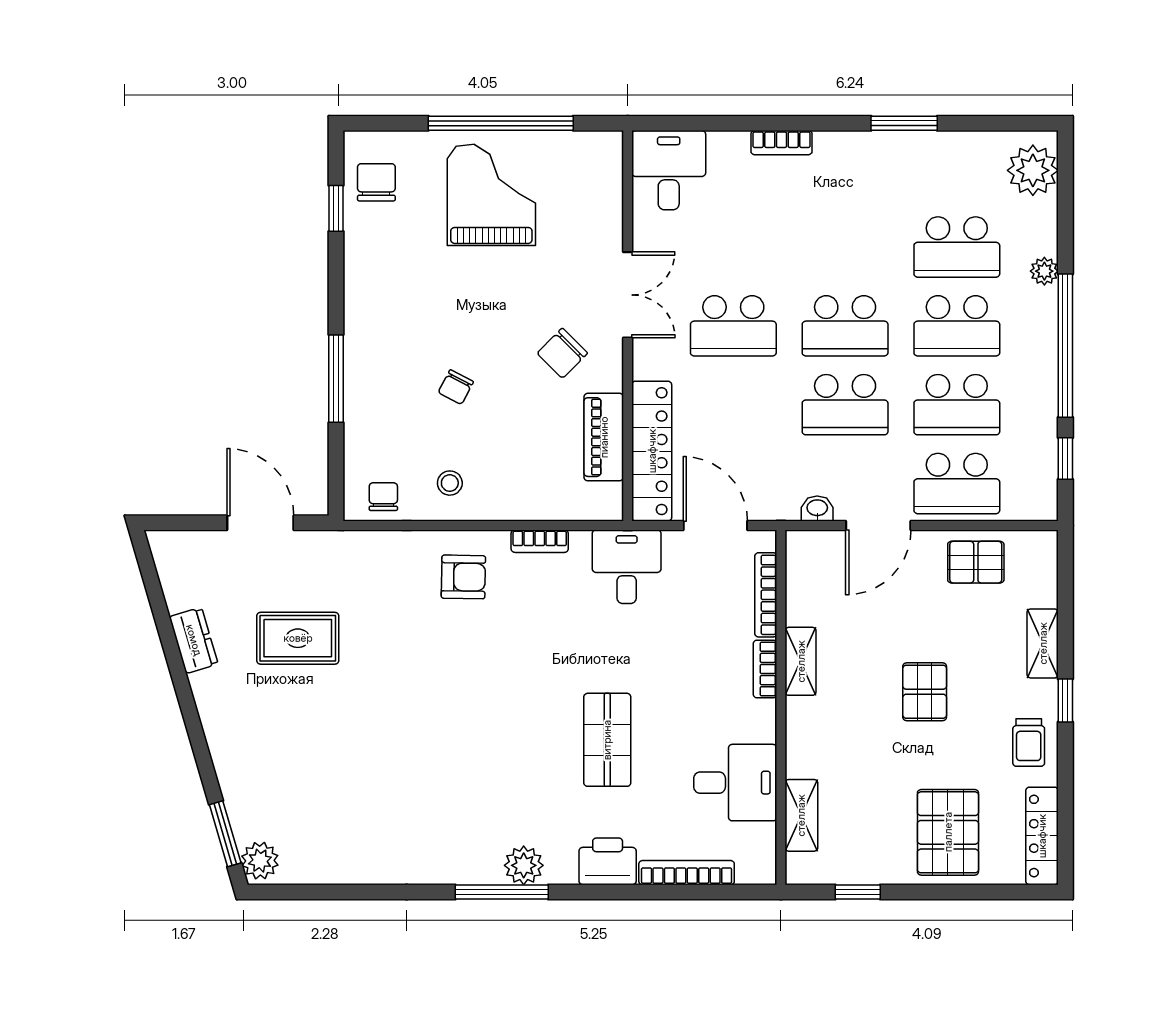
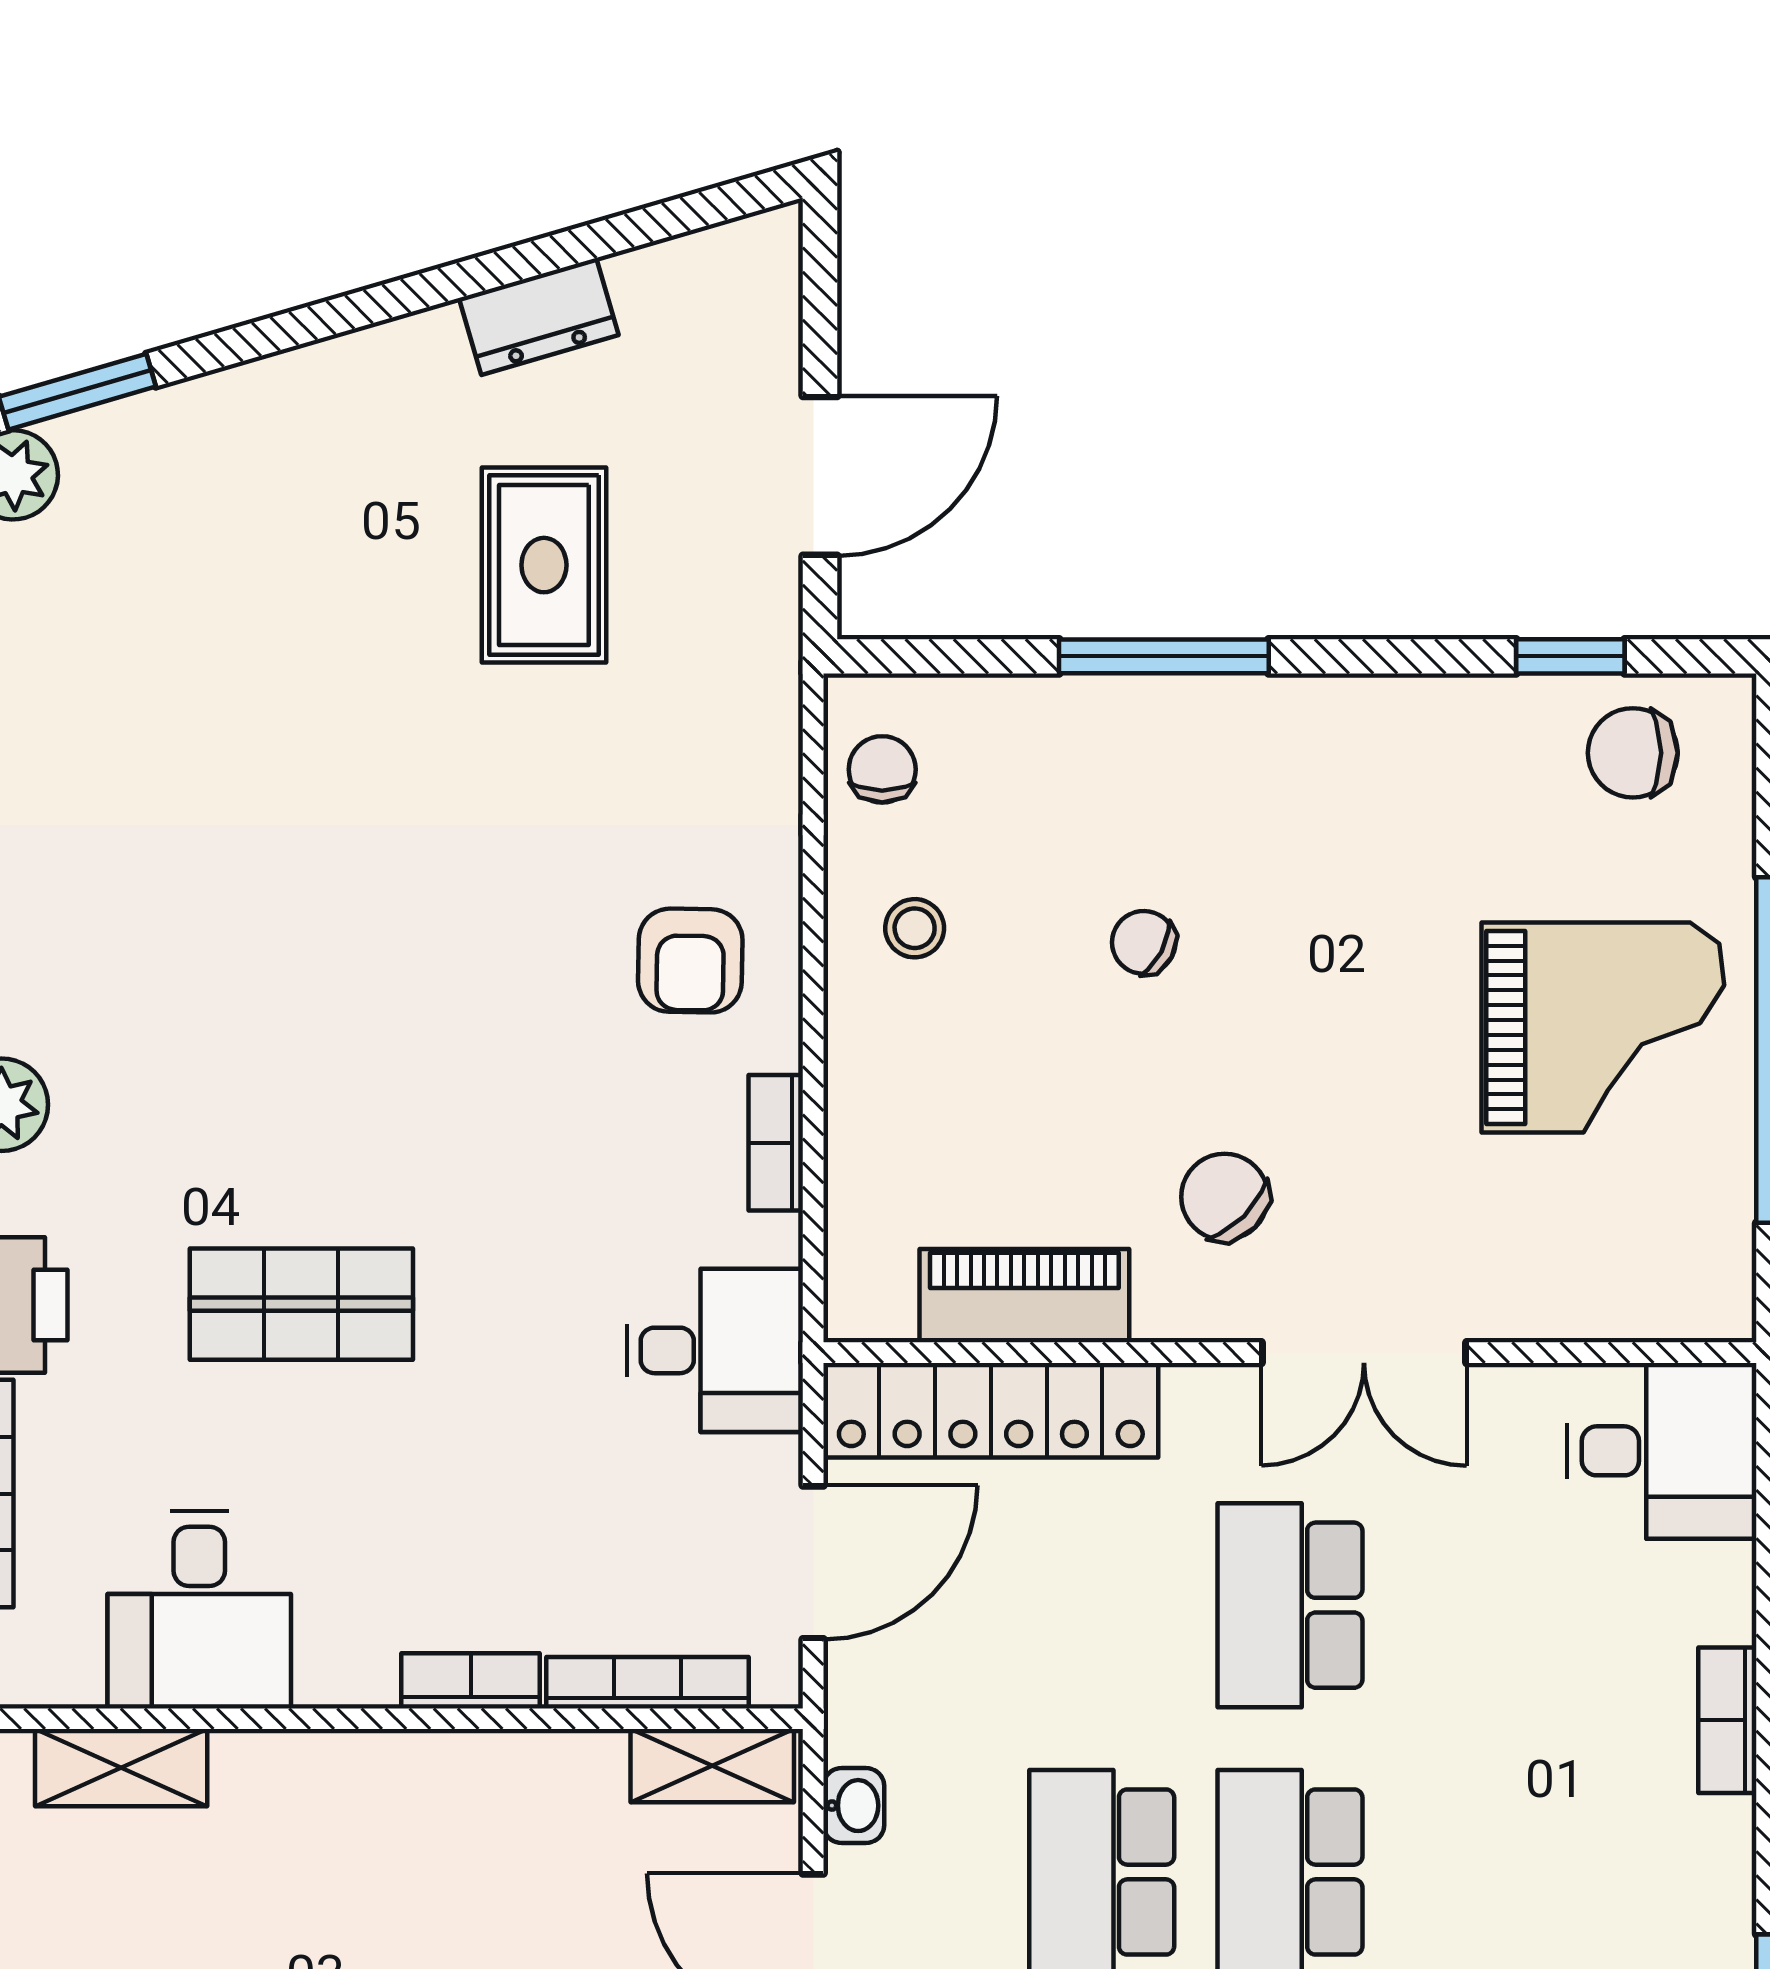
chair: (376, 182) -> (1633, 753), turned 180
chair: (383, 497) -> (882, 769), turned -90
shelving: (801, 661) -> (712, 1766), moved

